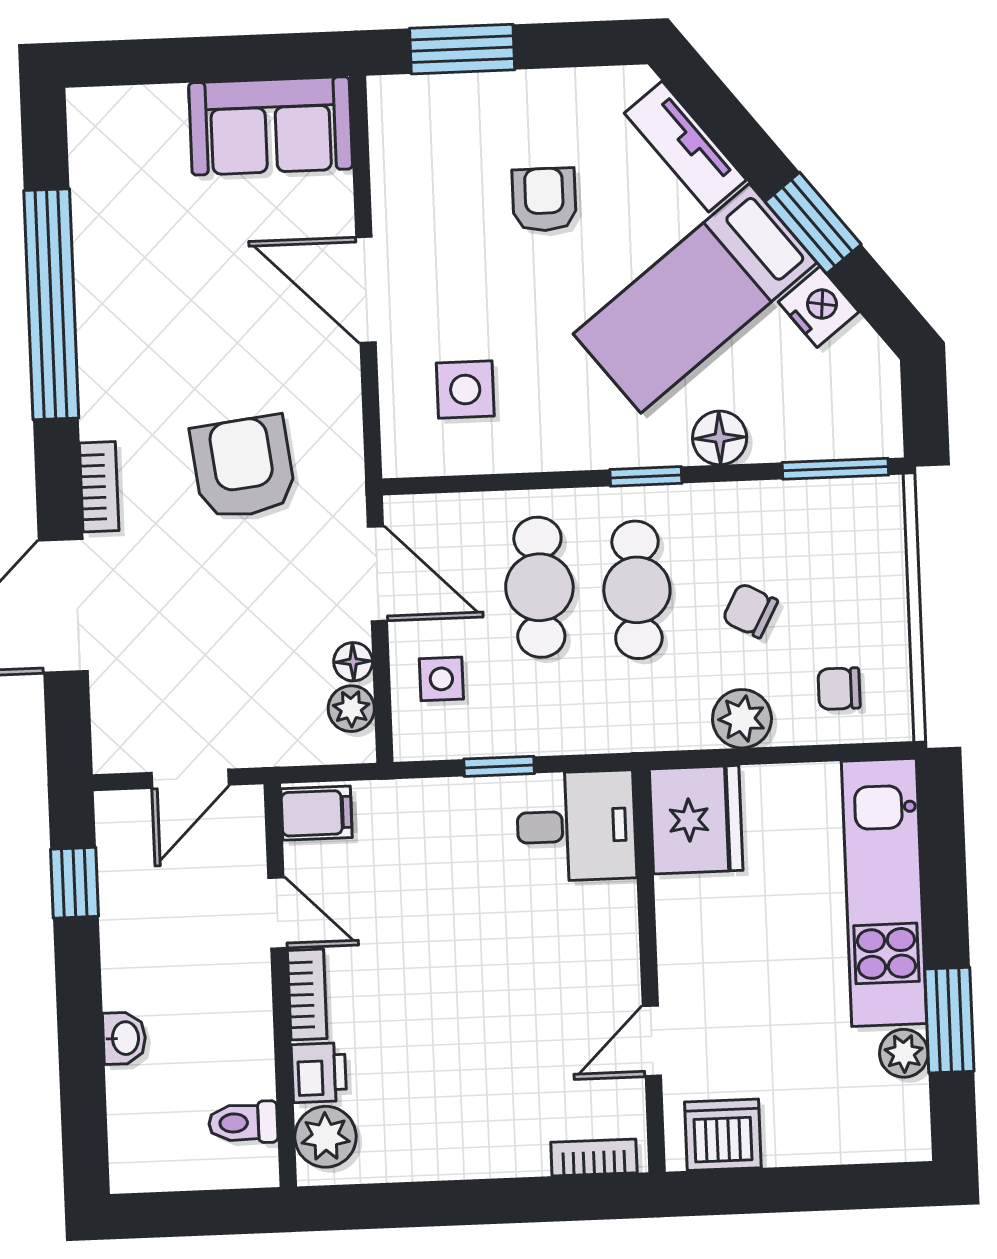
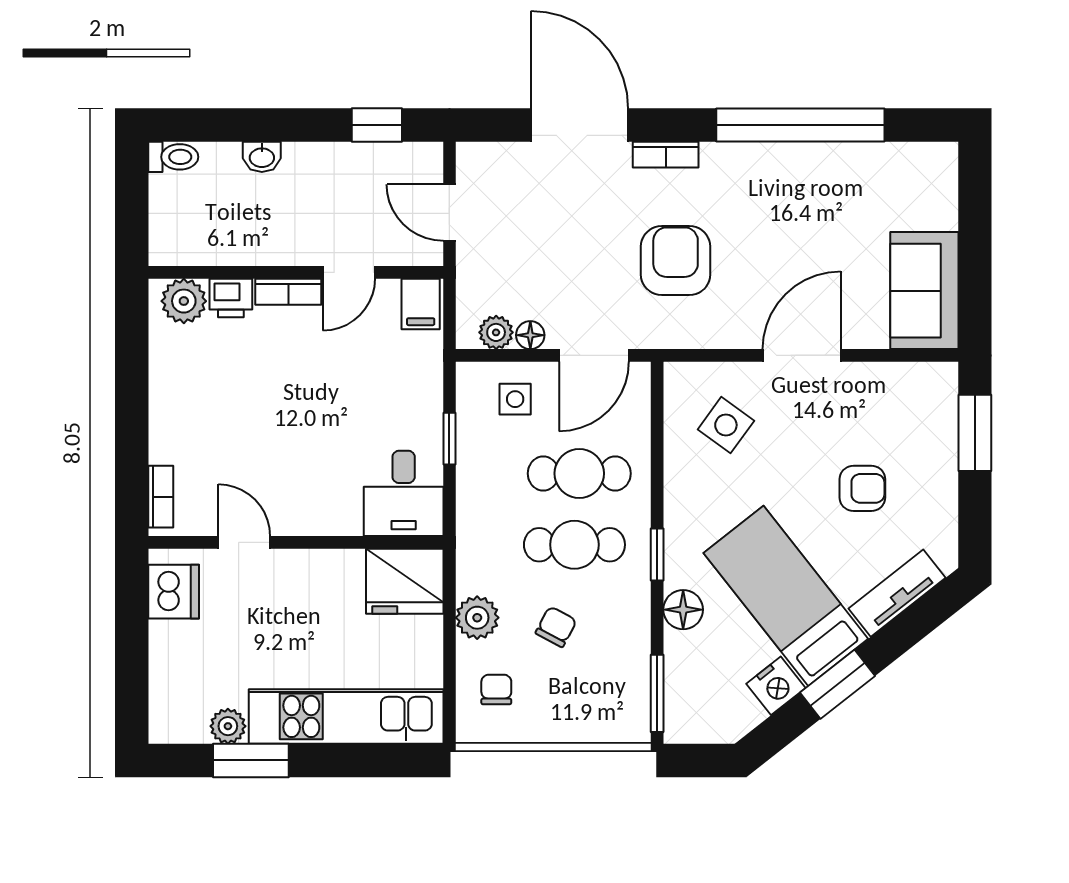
side table: (465, 390) -> (726, 425), turned 36
armchair: (243, 467) -> (676, 261), turned -83
toilet: (243, 1123) -> (173, 157), moved, turned 90

